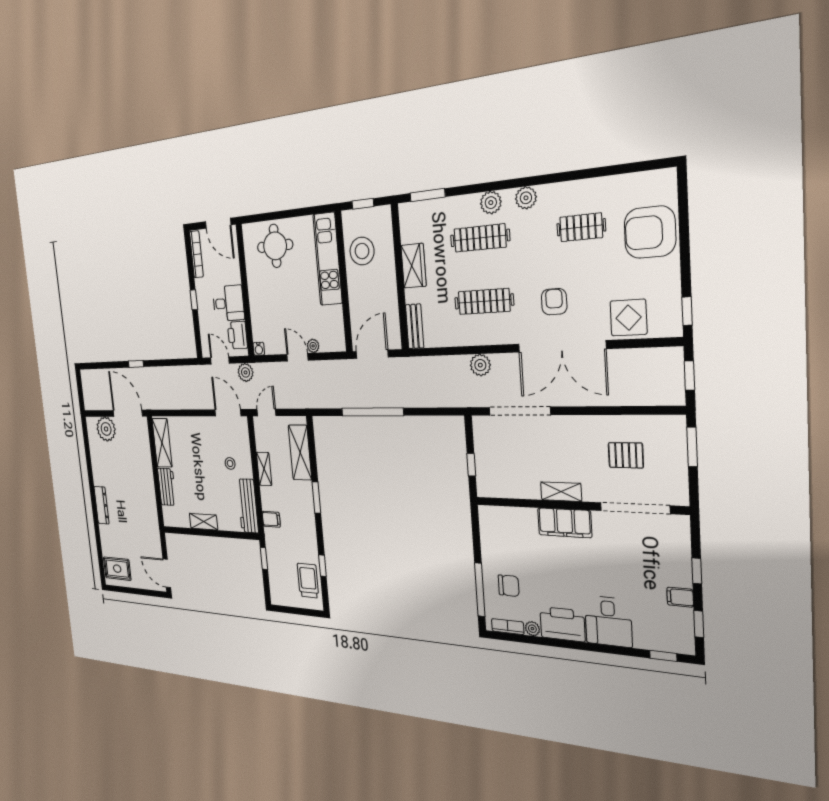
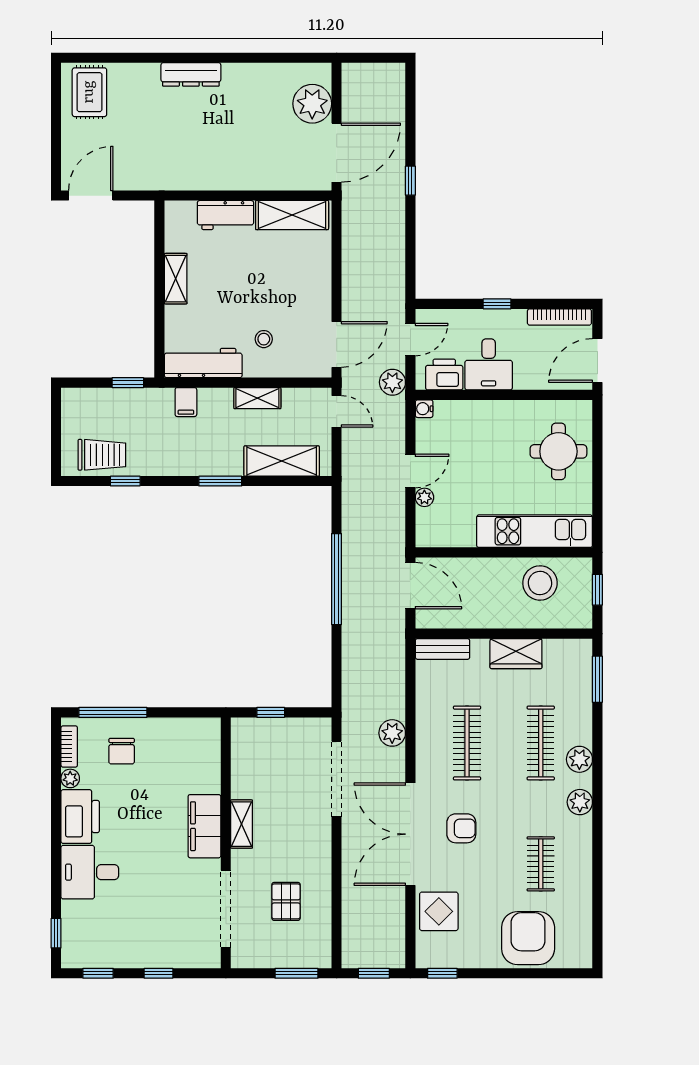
filing cabinet: (680, 597) -> (127, 954), removed

